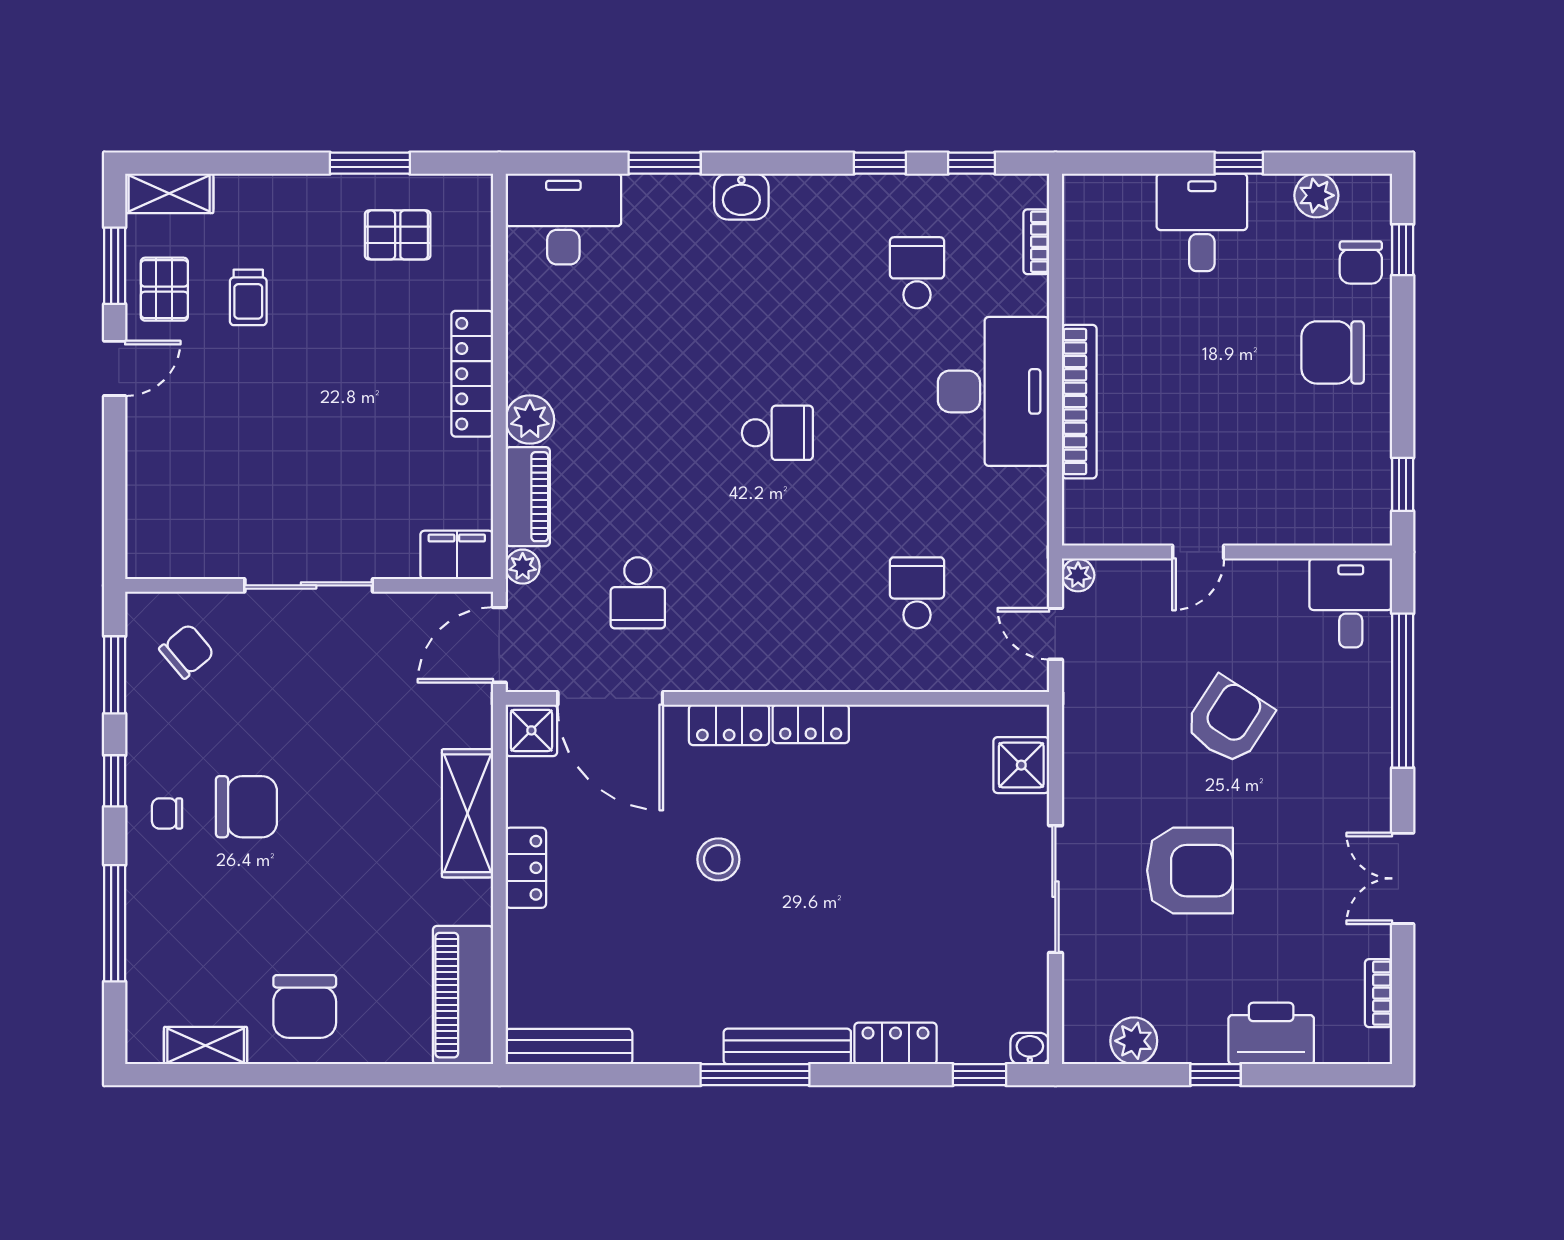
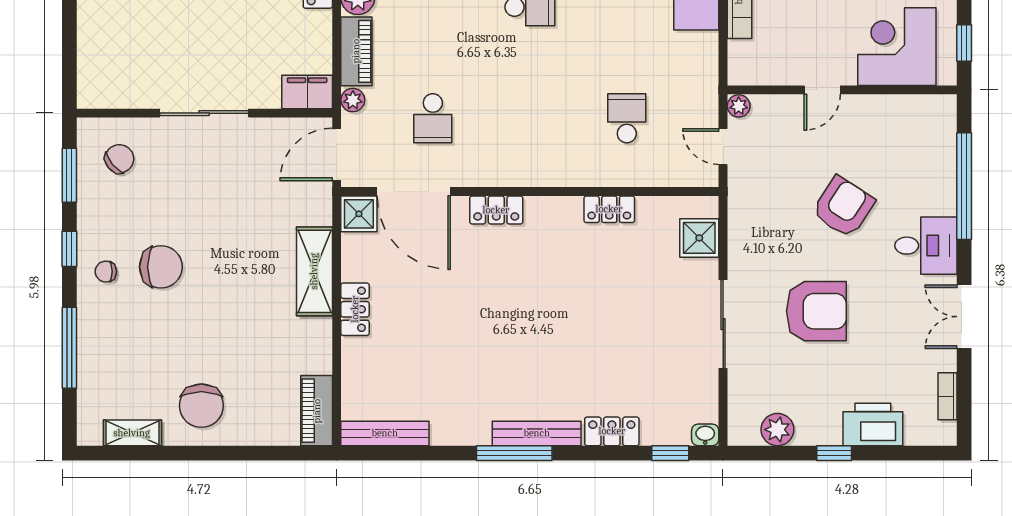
corner desk: (1306, 490) -> (897, 47), added
desk: (1351, 603) -> (926, 246), moved, turned 90
locker: (811, 724) -> (609, 209), moved
stool: (718, 859) -> (489, 303), removed
piano: (463, 995) -> (317, 411), width x0.73, depth x0.75

